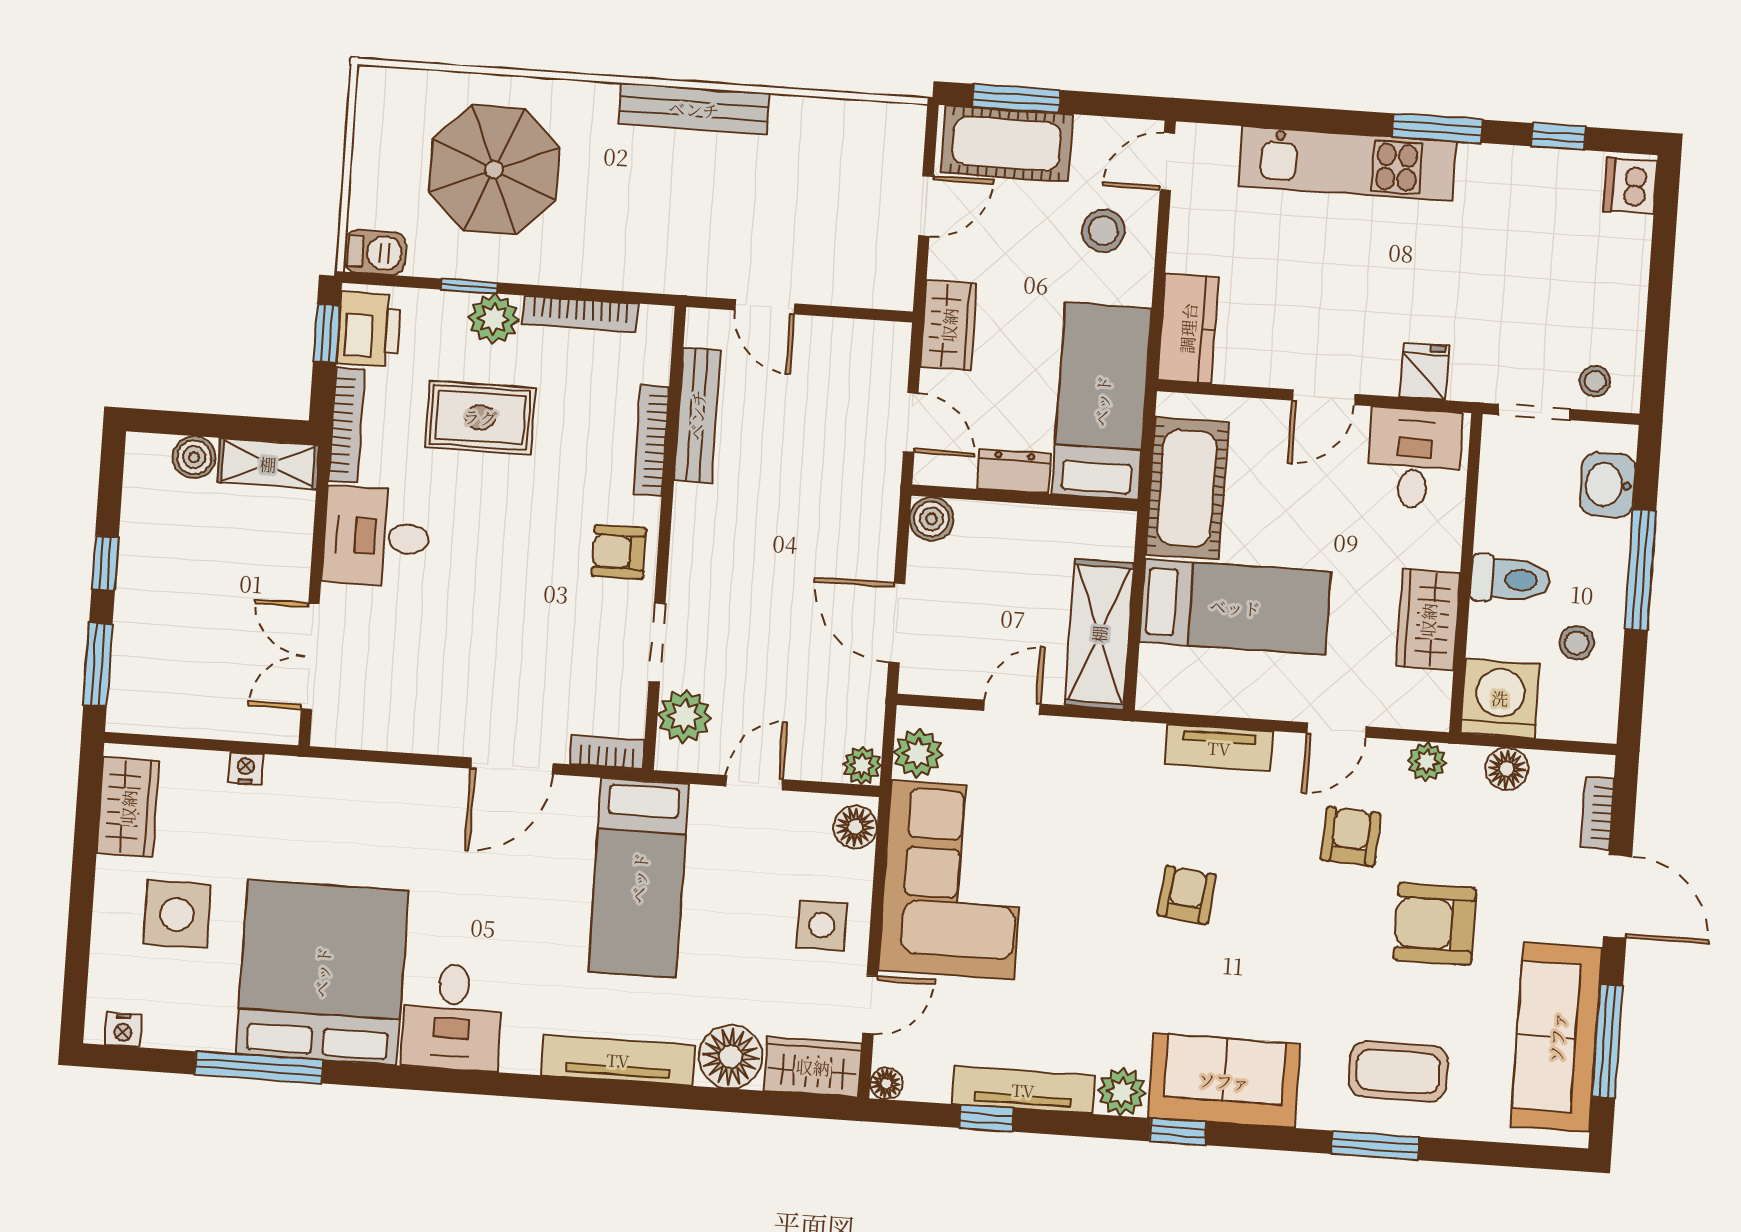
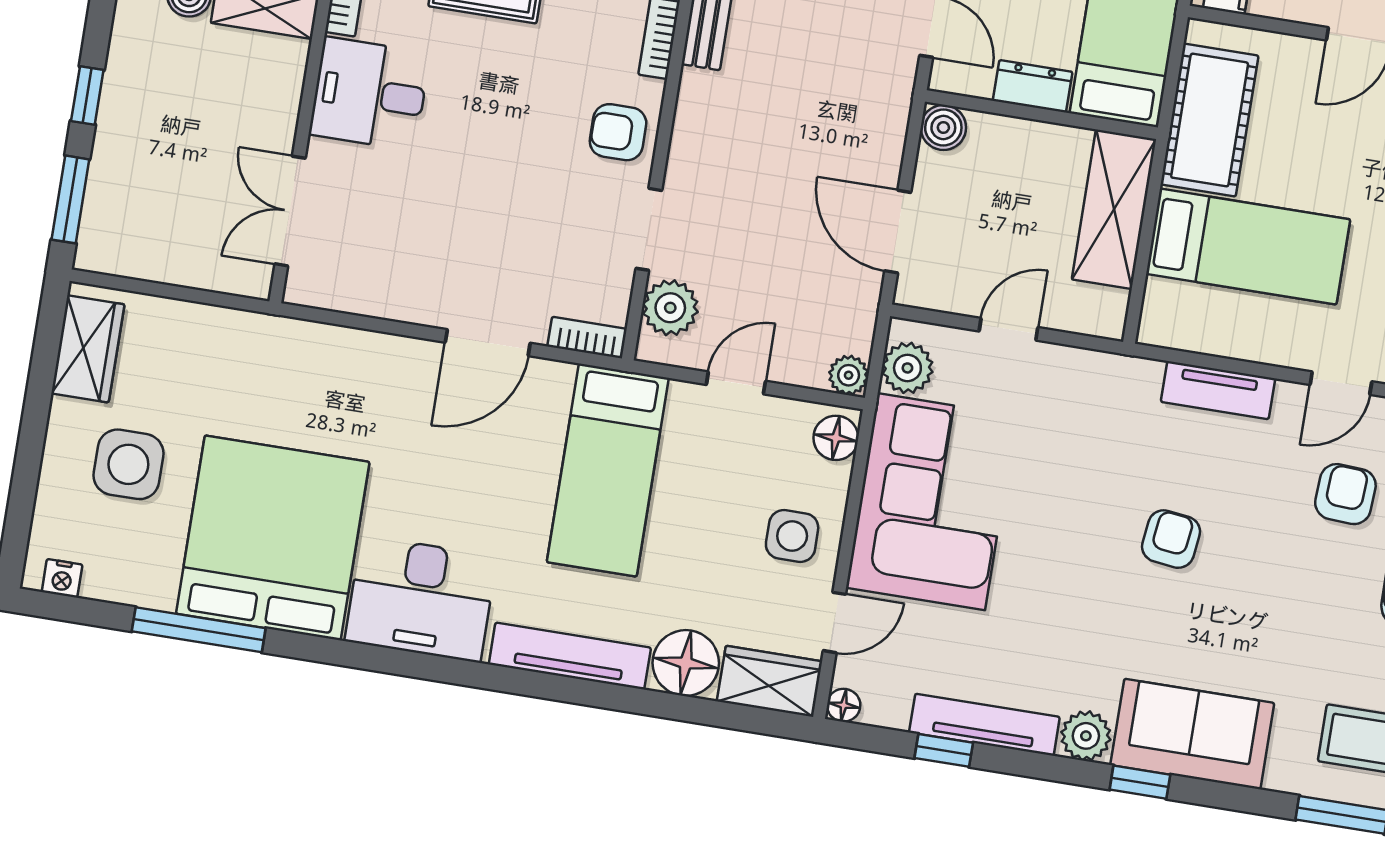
shelving: (1099, 634) -> (1114, 209), moved
nightstand: (246, 768) -> (213, 320), removed
desk: (452, 1017) -> (421, 599), width x1.37

